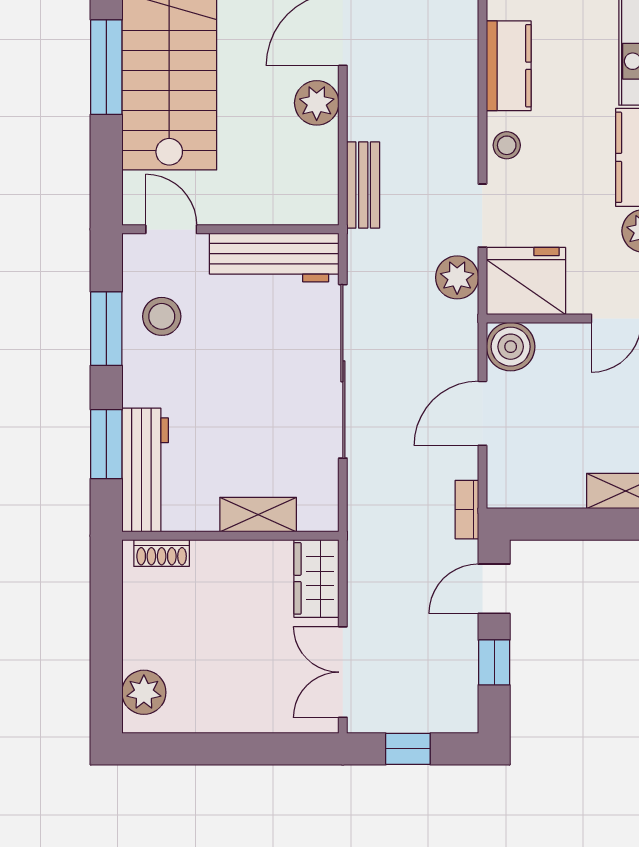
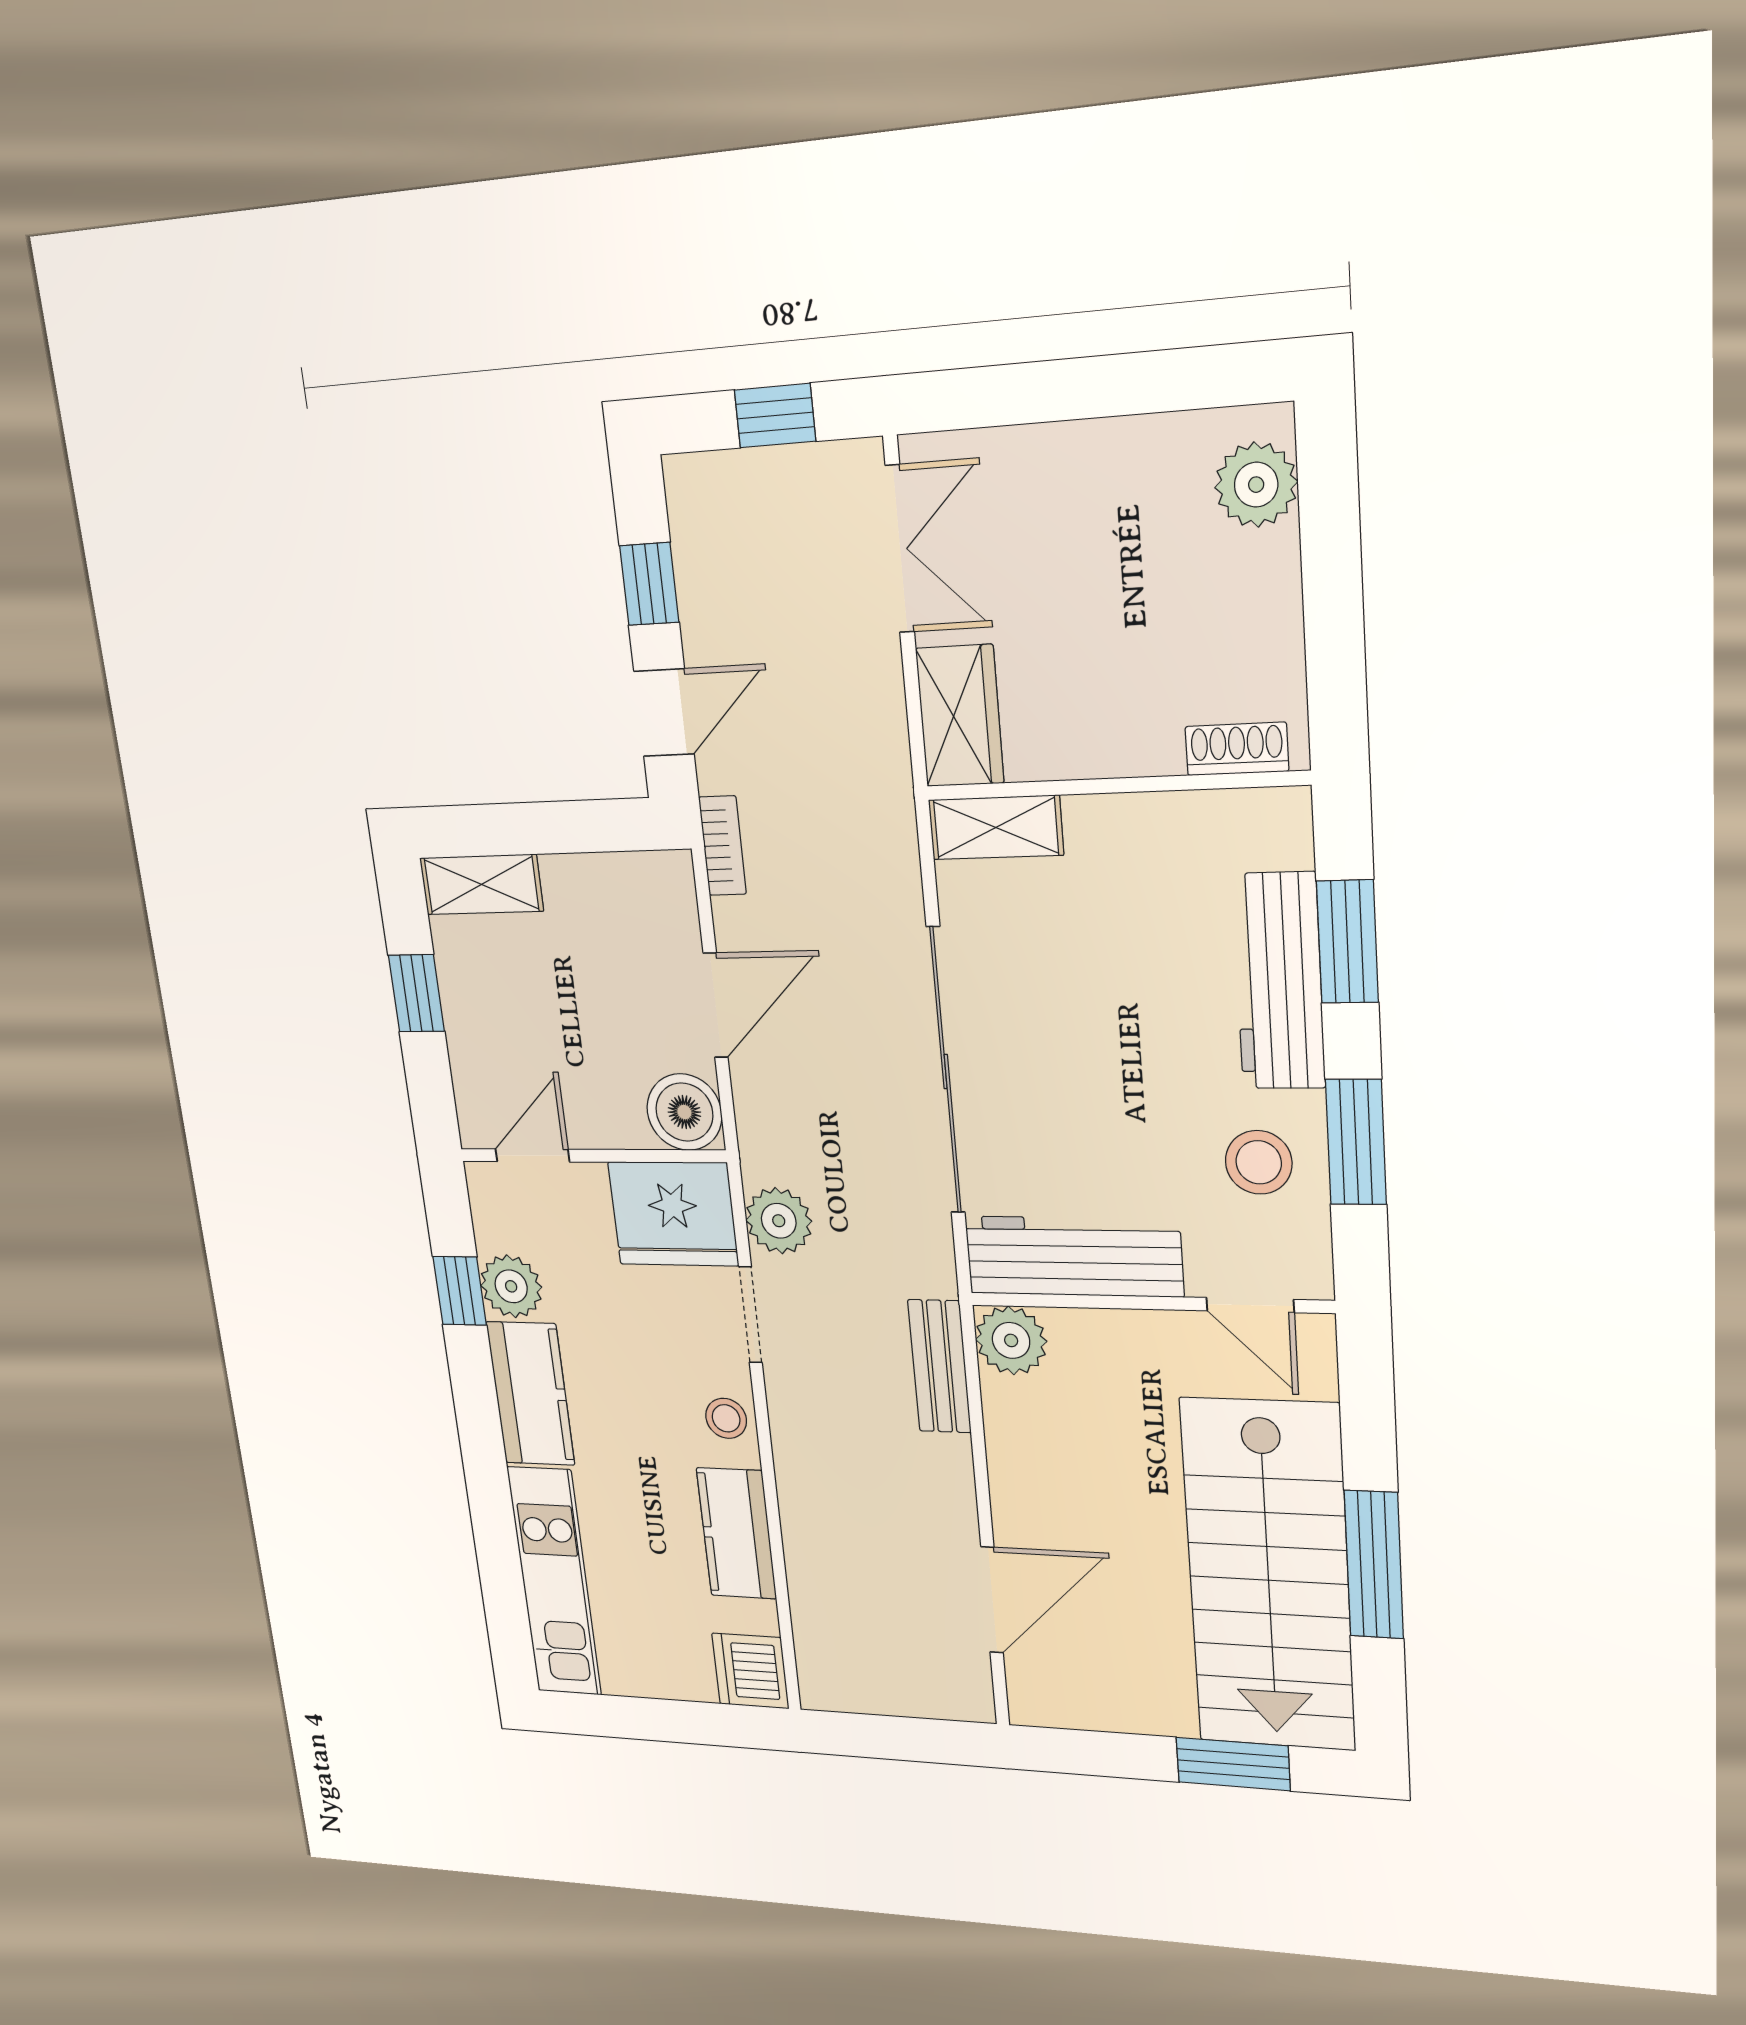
plant: (317, 103) -> (1011, 1340), moved
workbench: (145, 470) -> (1279, 981), moved
shelving: (258, 515) -> (996, 827), moved

